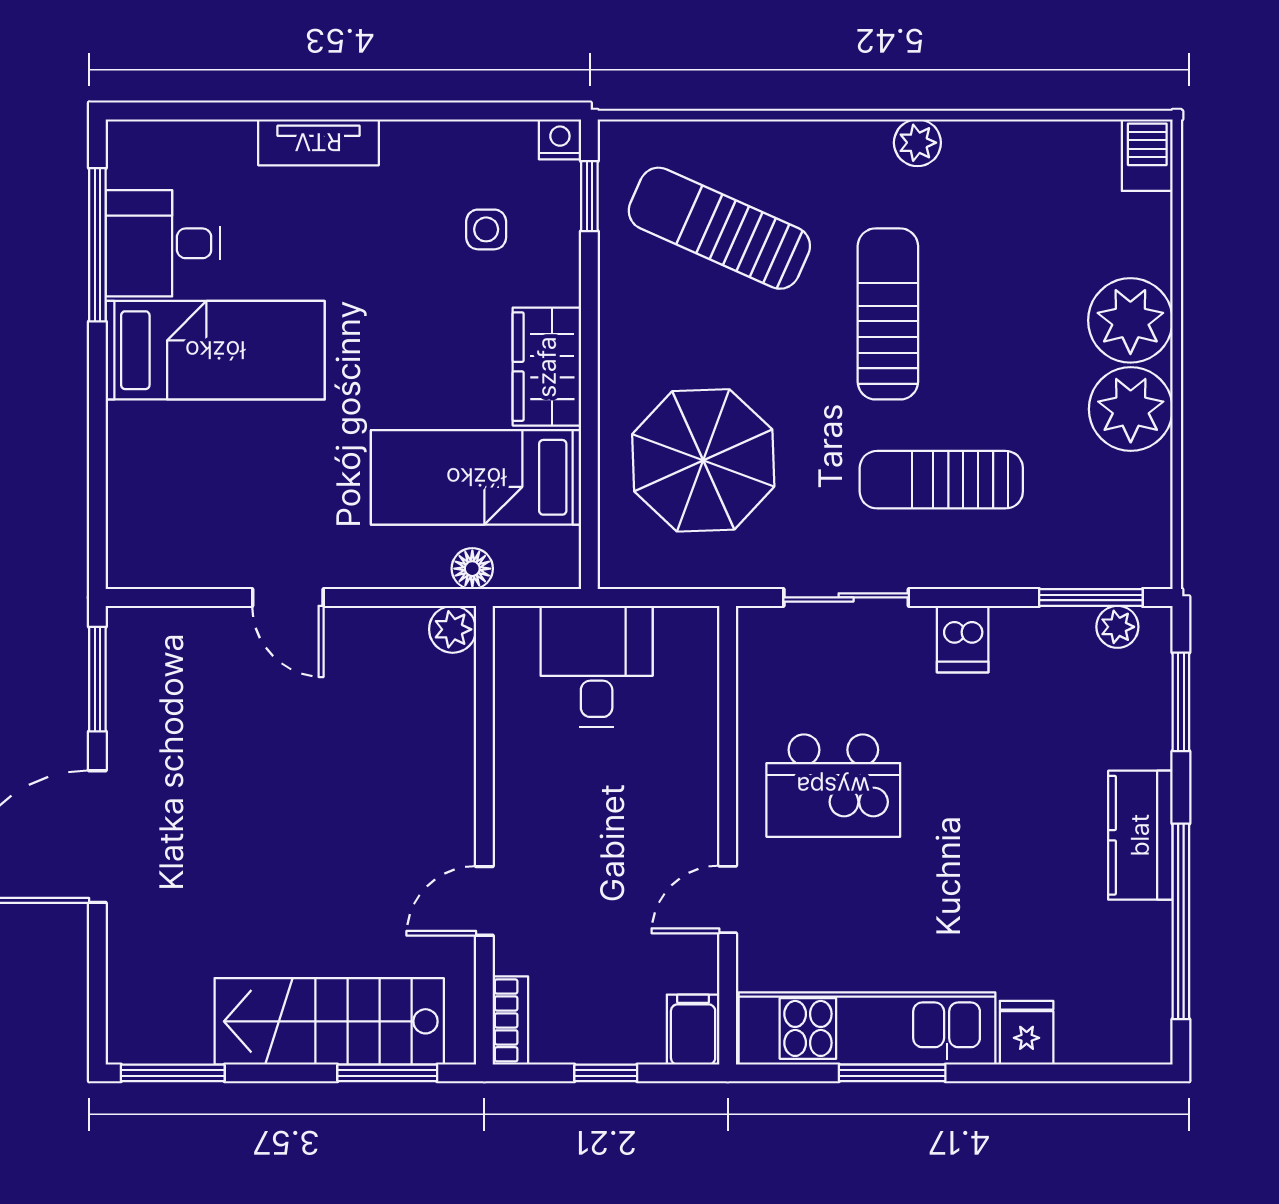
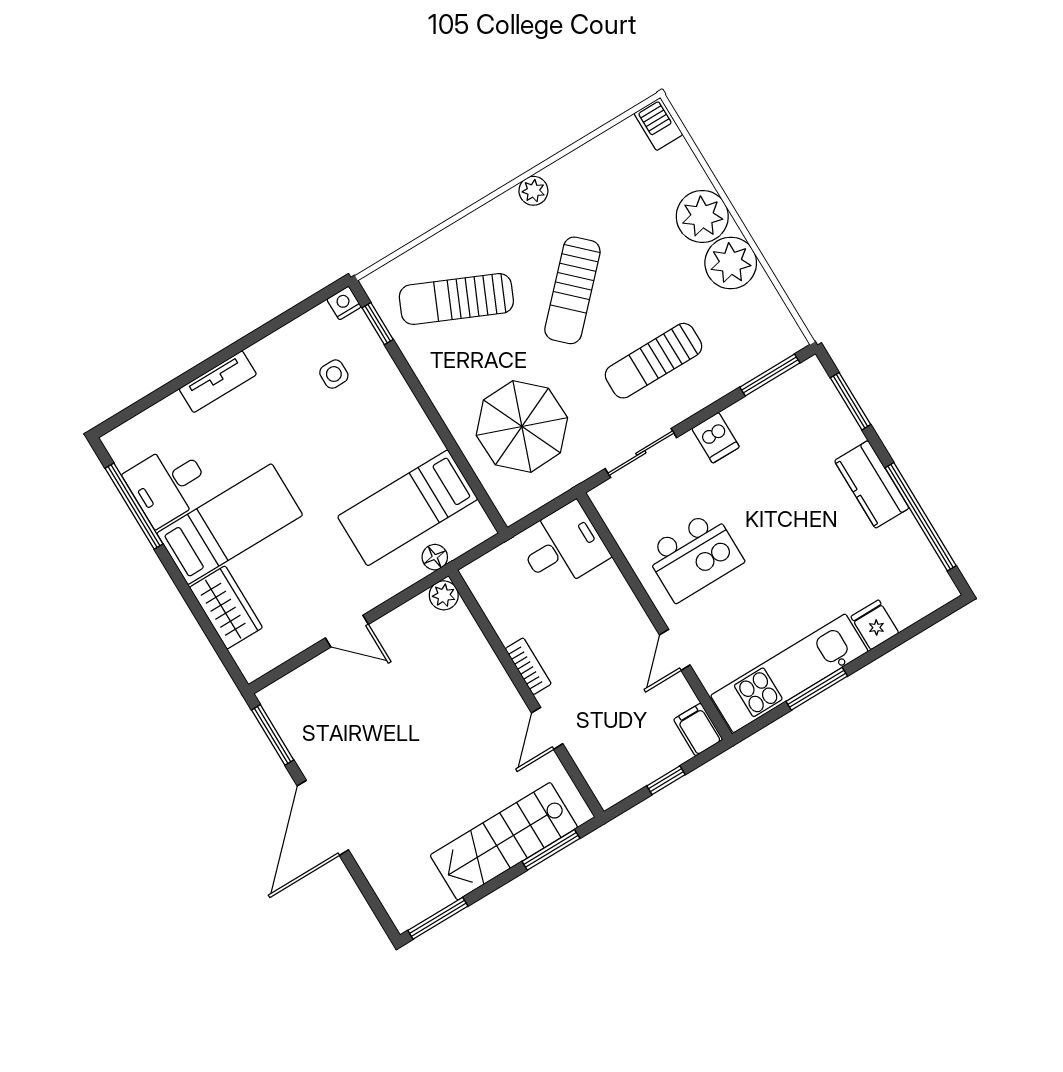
sun lounger: (888, 314) -> (572, 290), turned -136
wardrobe: (547, 367) -> (226, 607), moved, turned 180
plant: (1117, 627) -> (793, 382), removed
desk: (597, 666) -> (563, 547), moved, turned 90
bookcase: (510, 1020) -> (528, 666), moved

